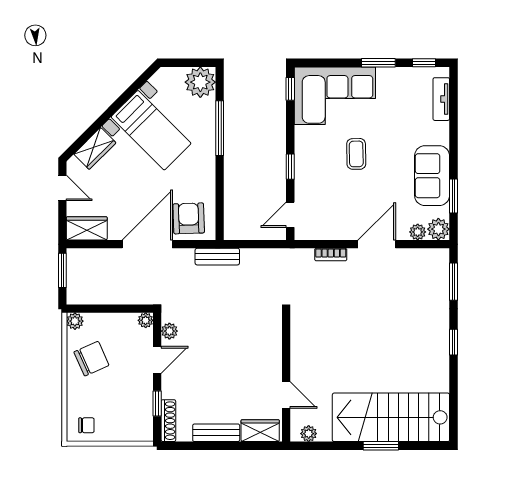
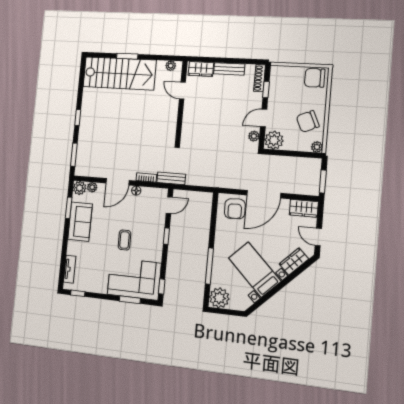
window: (378, 63) -> (130, 300), moved
floor lamp: (345, 233) -> (136, 191), added
bench: (217, 257) -> (171, 178), moved
plant: (146, 320) -> (274, 140), width x1.88, depth x1.88
chair: (86, 425) -> (315, 78), width x1.87, depth x1.87

